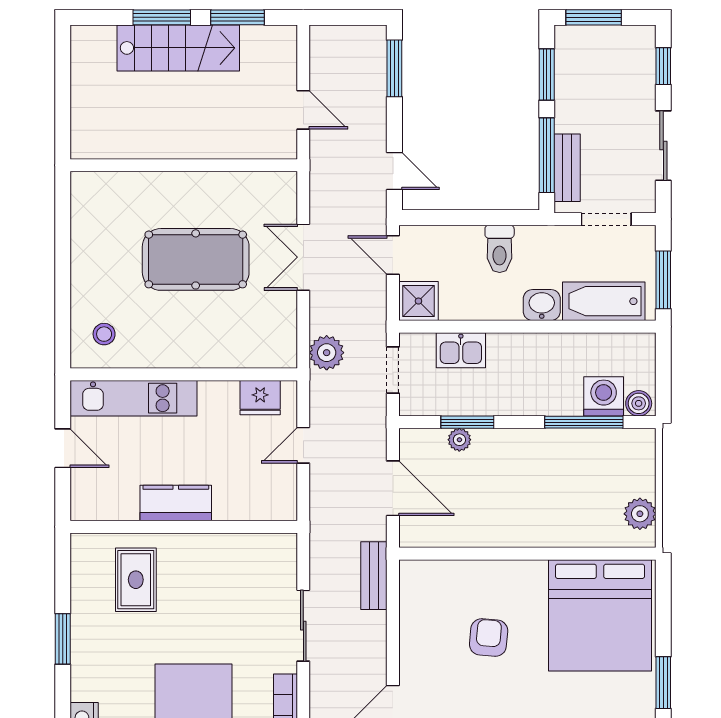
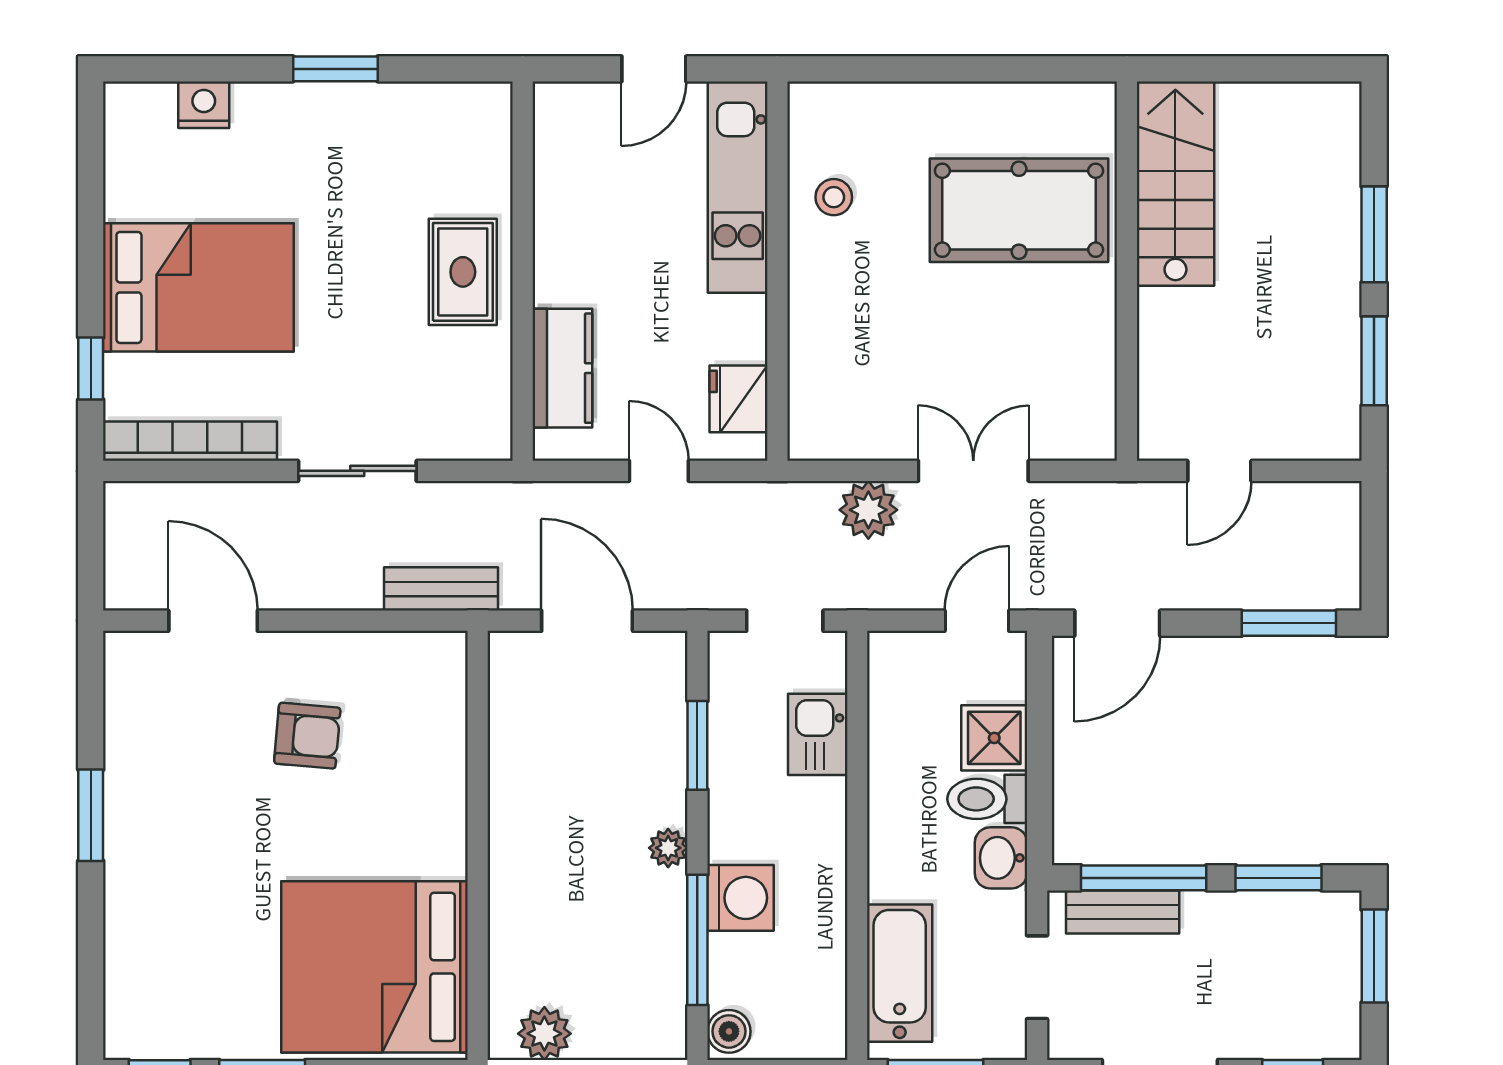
stairs: (178, 48) -> (1175, 184), moved, turned 180
door: (394, 171) -> (1117, 623), width x1.38
pool table: (196, 259) -> (1019, 210), moved, turned 90
shower: (418, 301) -> (994, 738), moved
washbasin: (542, 305) -> (1001, 858), moved, turned 180
stool: (104, 334) -> (834, 197), moved
plant: (327, 353) -> (868, 510), moved
washing machine: (604, 396) -> (740, 898), moved
plant: (459, 440) -> (668, 848), moved
door: (393, 488) -> (587, 621), swing flipped
kitchen counter: (176, 503) -> (562, 368), moved
rug: (136, 580) -> (463, 272), moved, turned 90
armchair: (489, 638) -> (307, 736), moved

